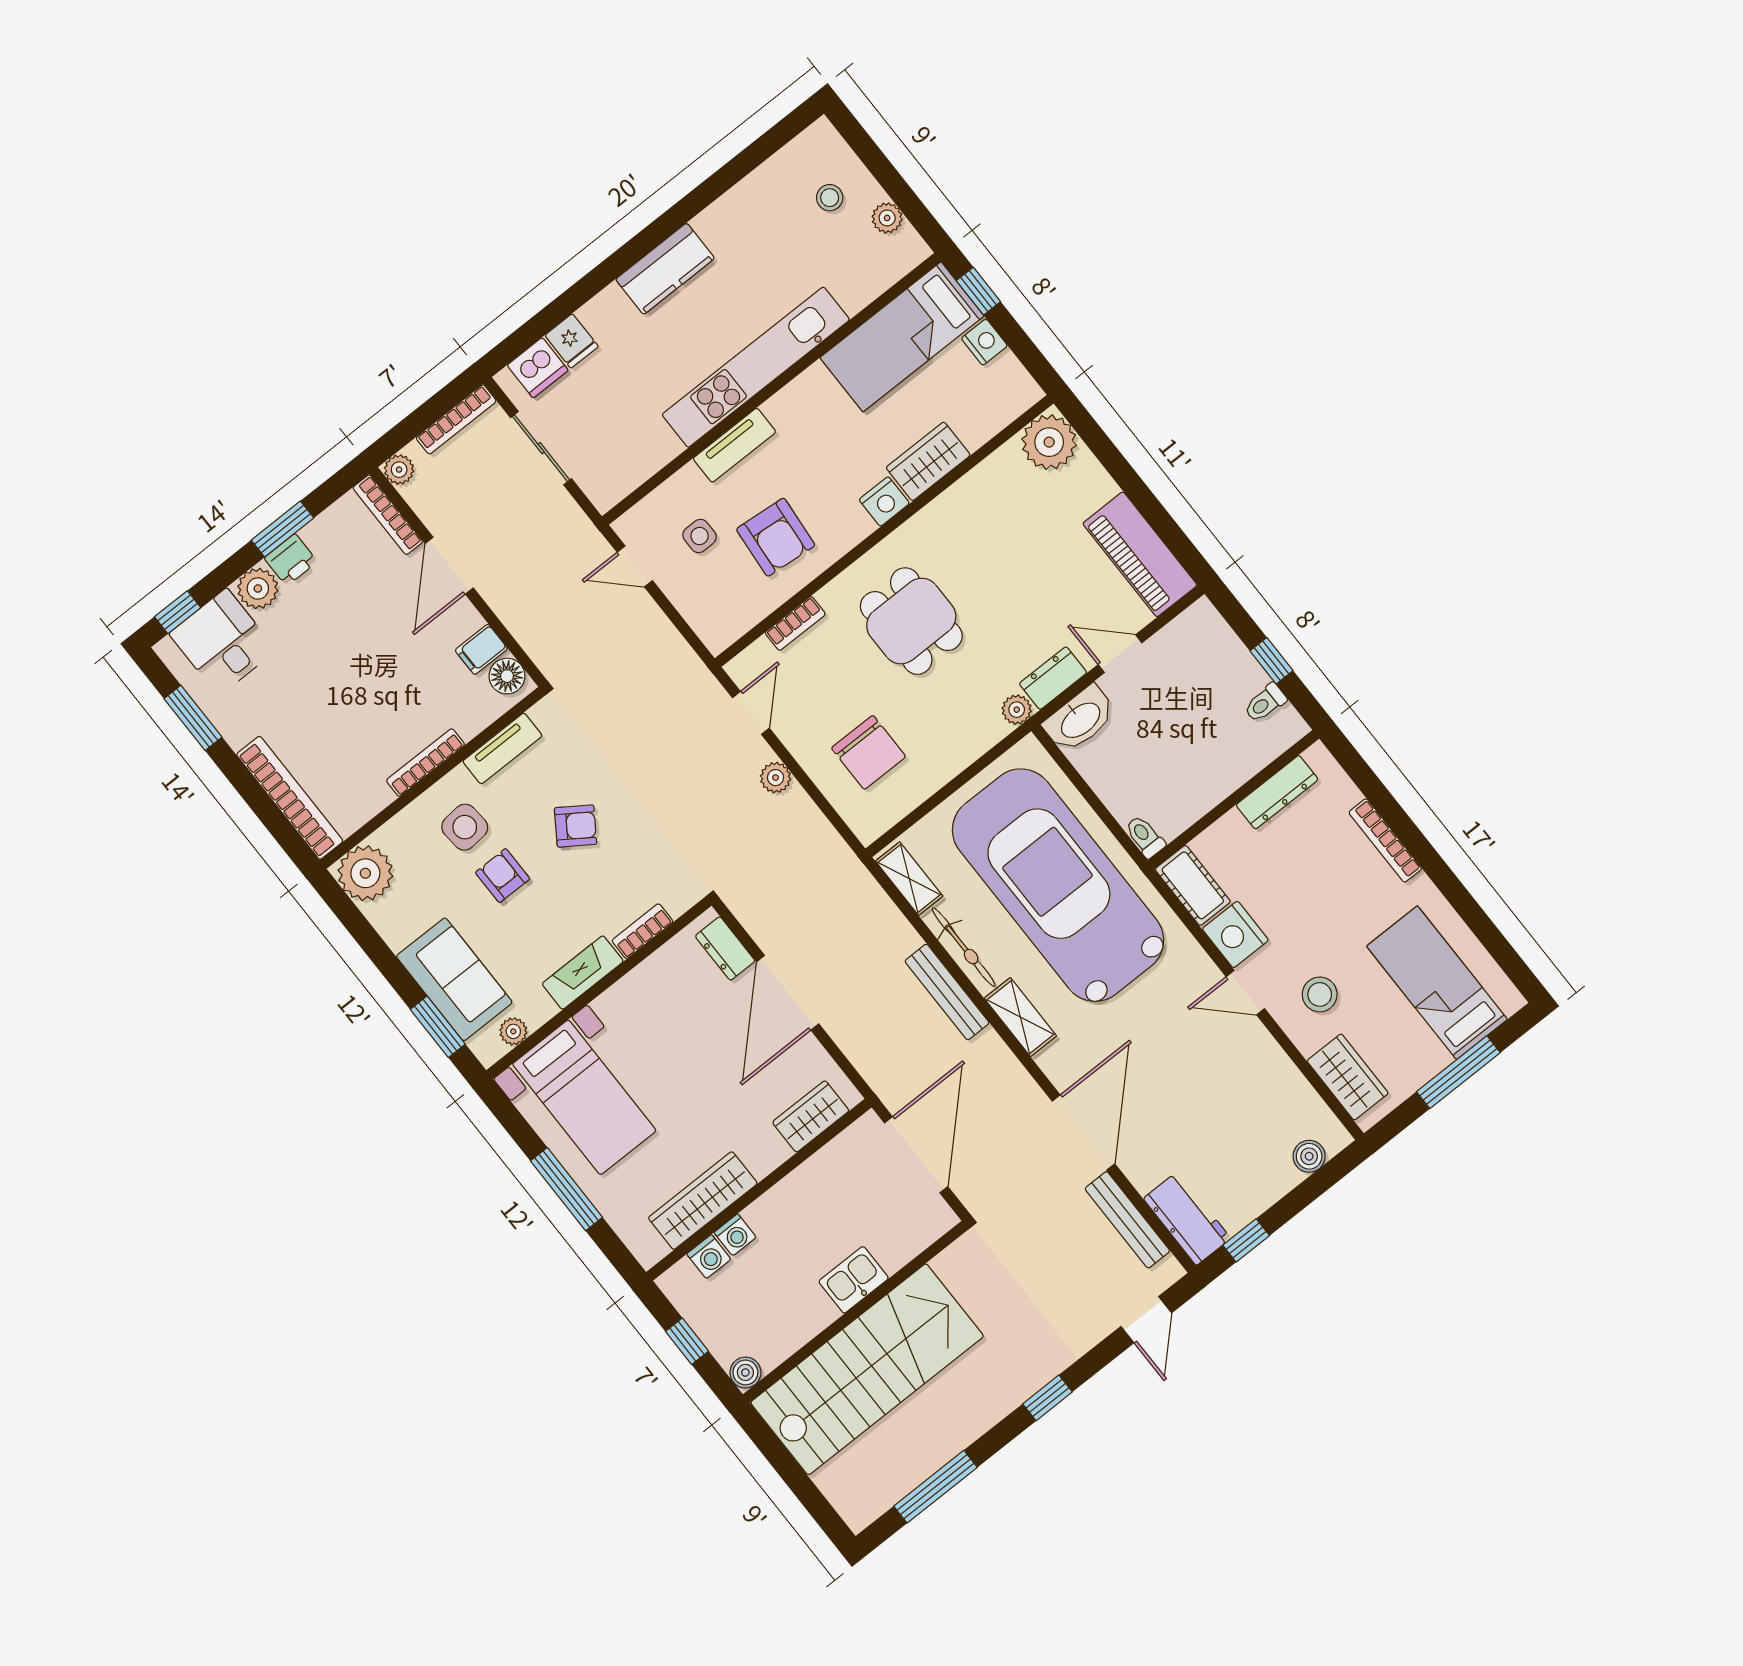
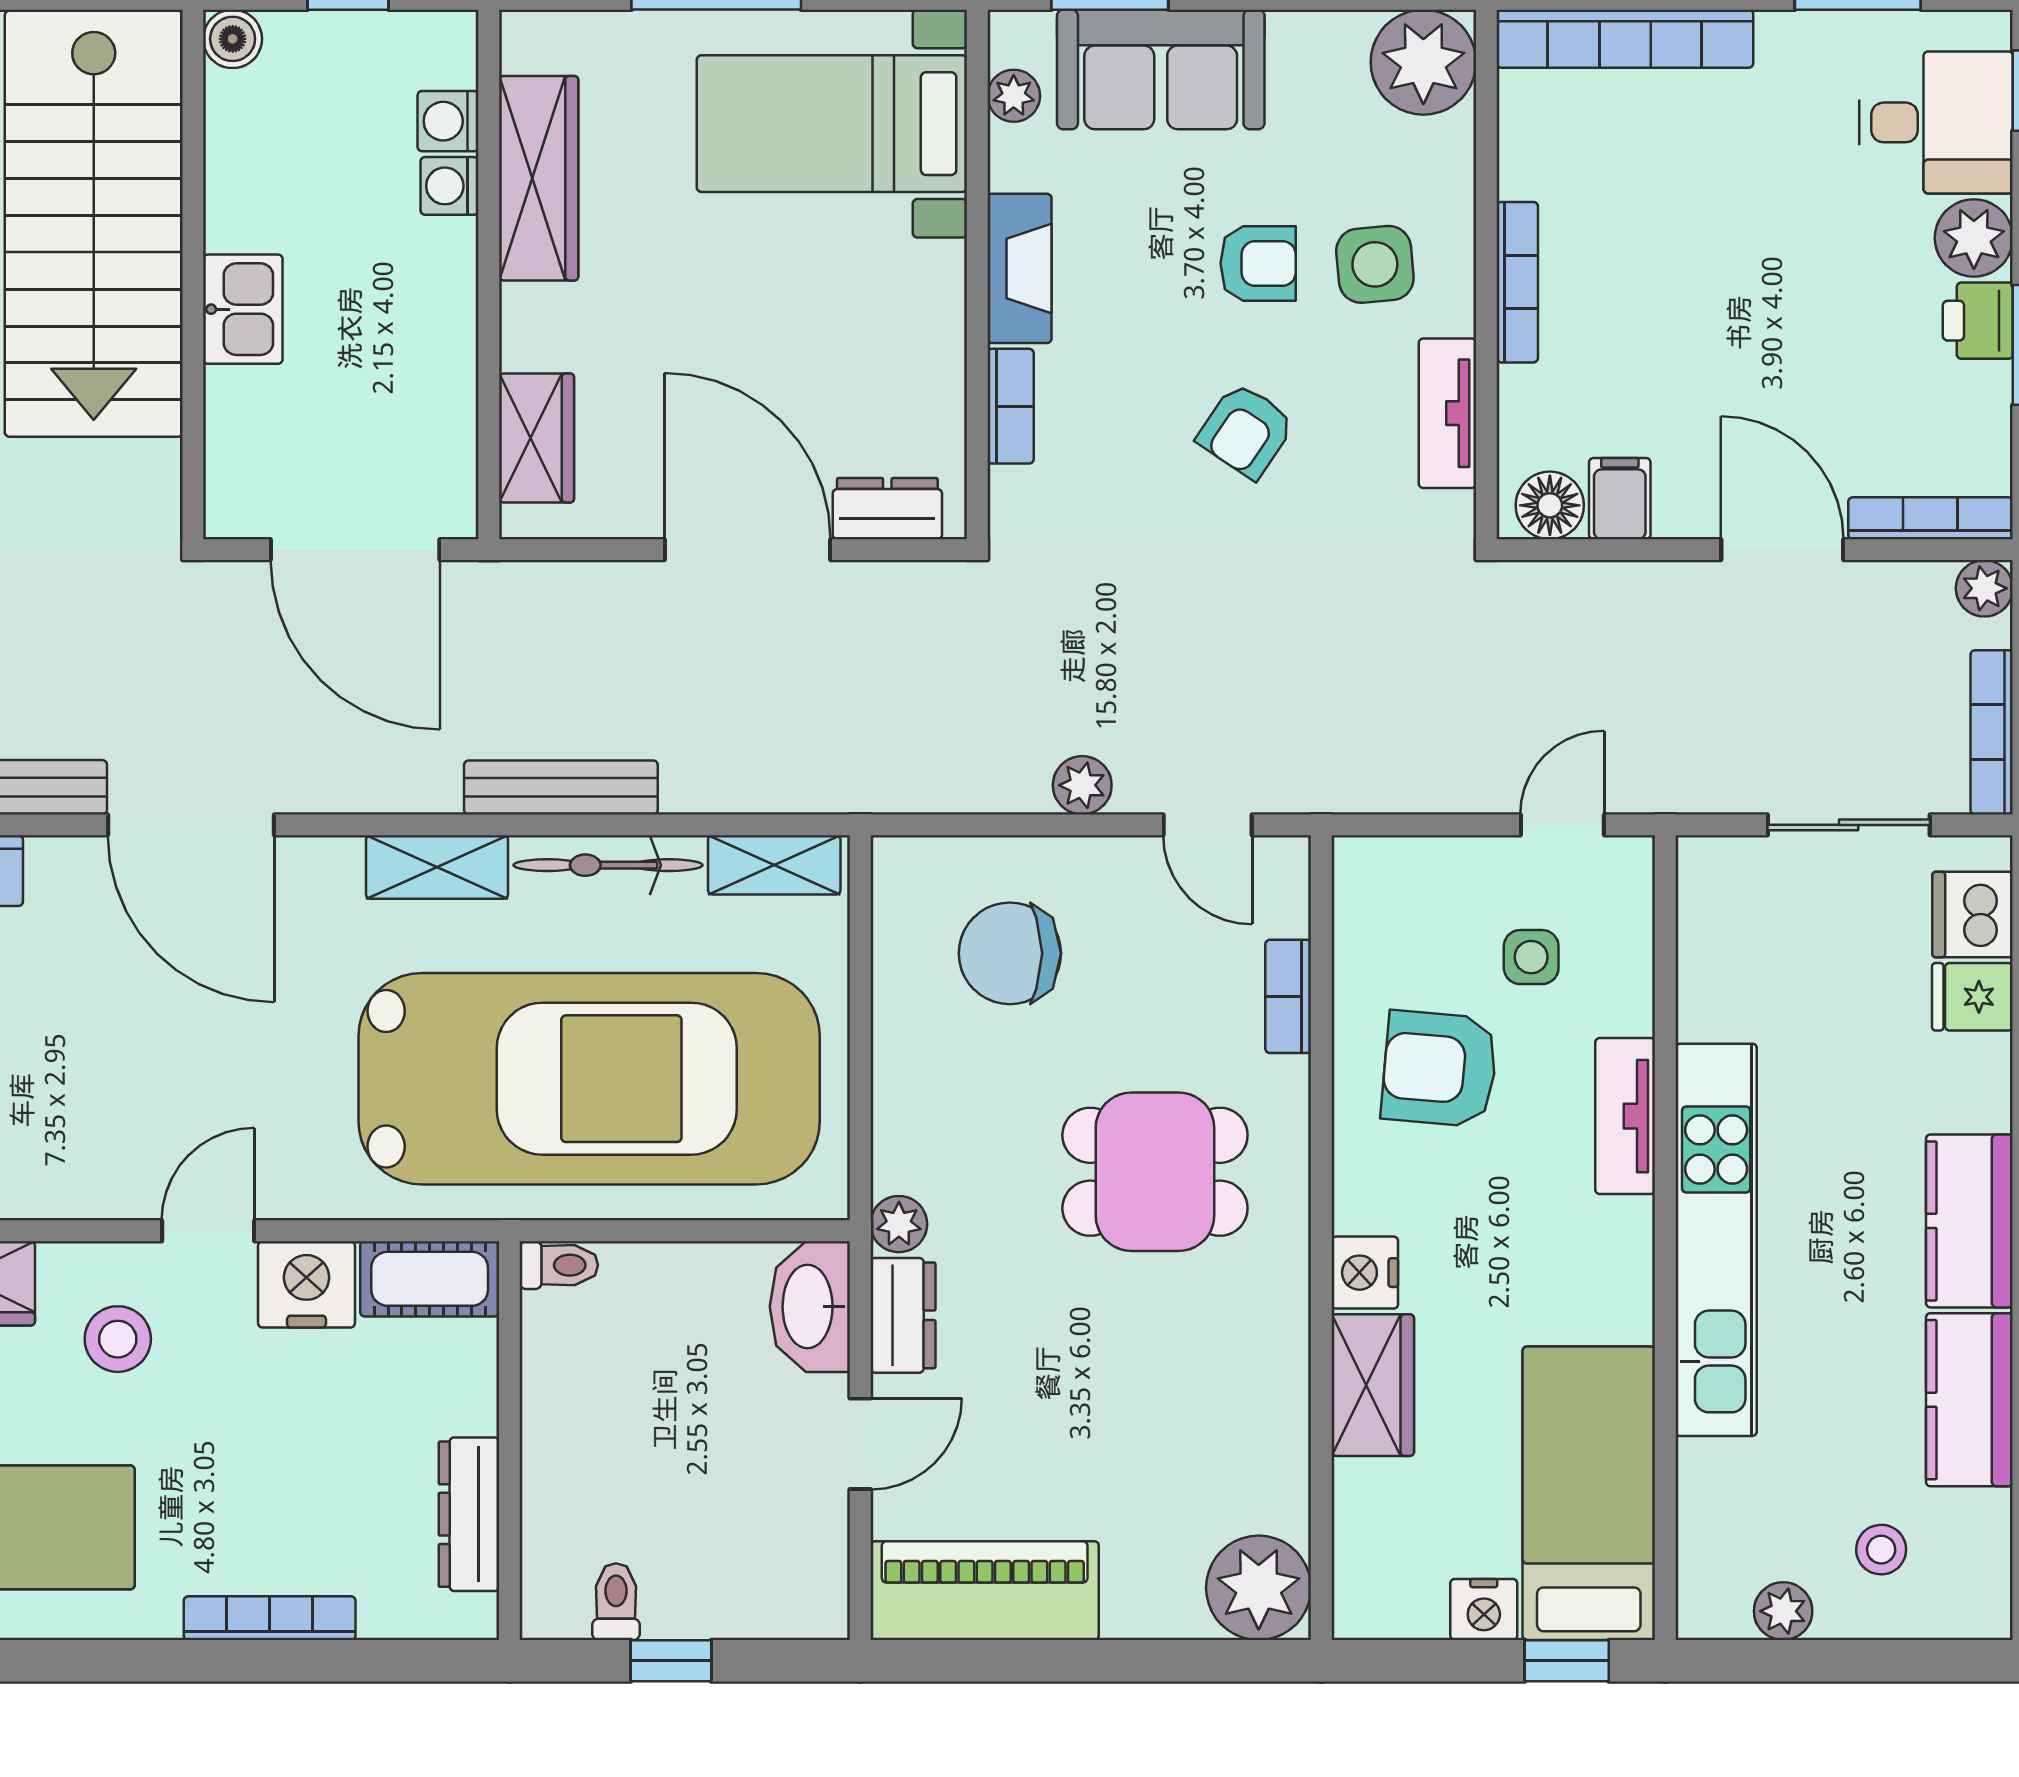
kitchen counter: (739, 210) -> (1969, 1400), added

